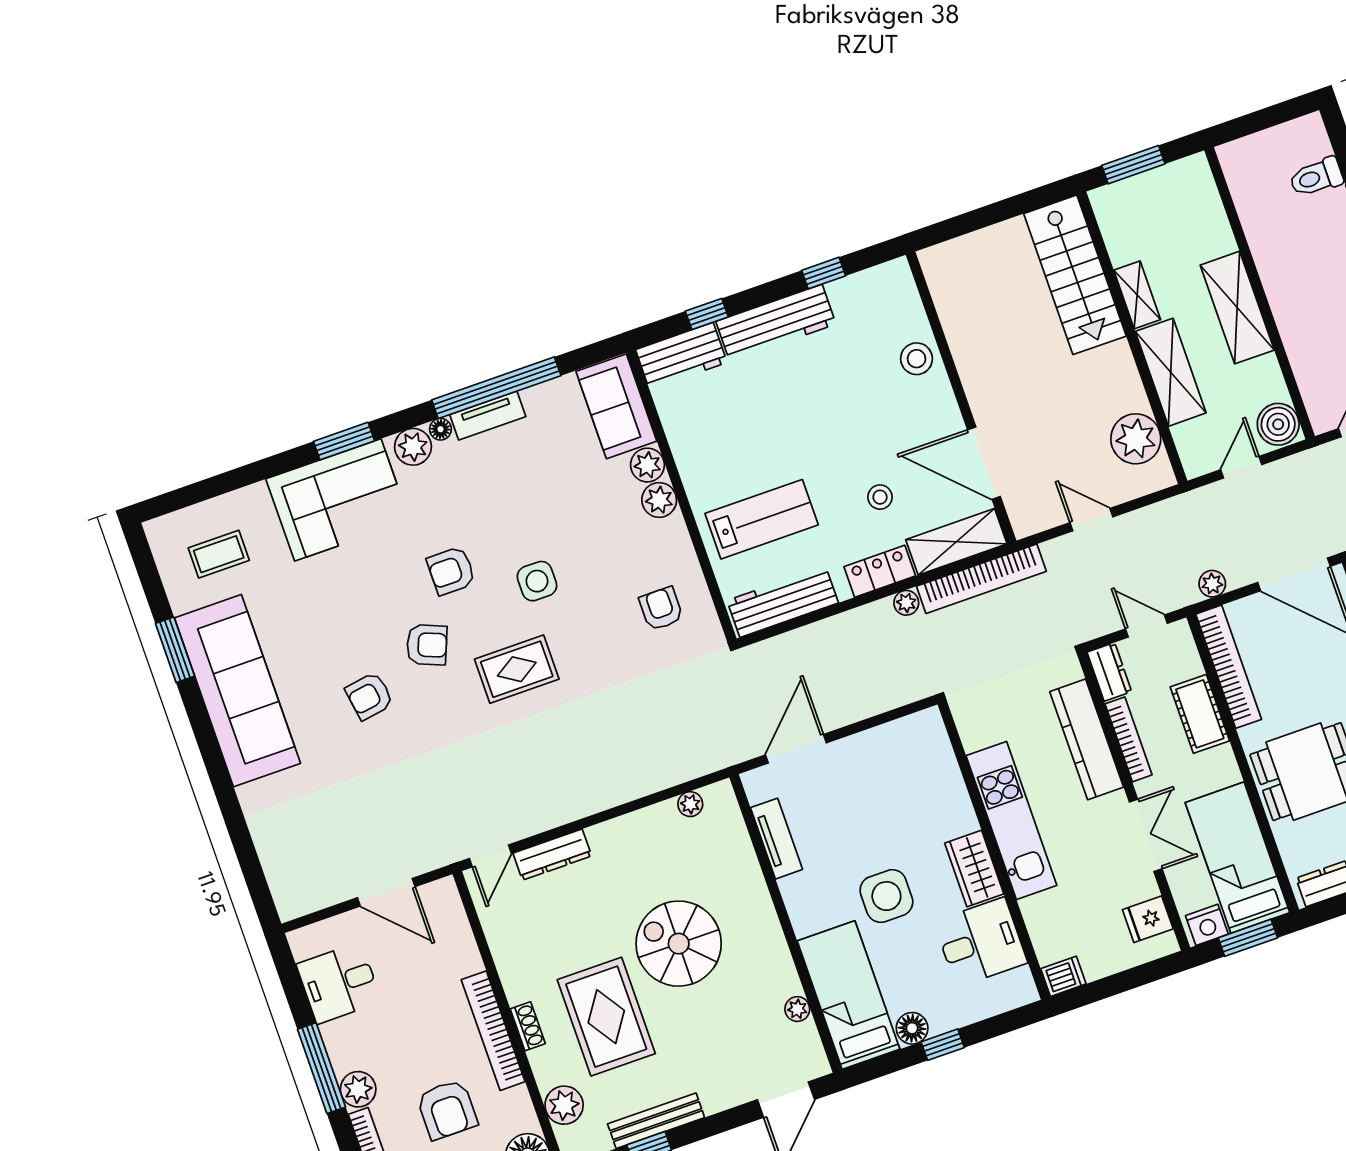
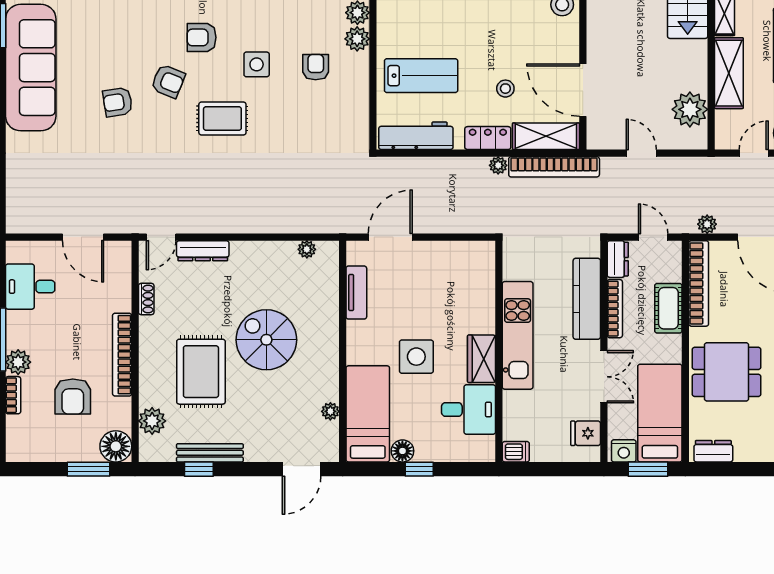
armchair: (661, 609) -> (316, 67), moved
shoe rack: (528, 1026) -> (146, 299), moved

